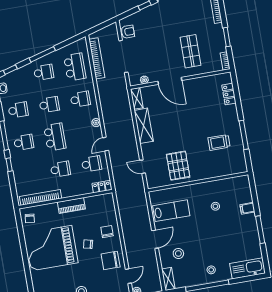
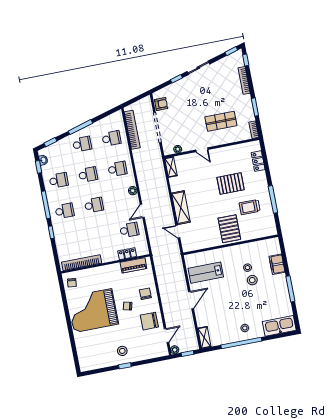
shop shelf: (190, 51) -> (221, 121), turned 90
school desk: (75, 67) -> (111, 138), width x0.54
door: (170, 81) -> (202, 150), width x0.53
pallet: (199, 117) -> (231, 184), added
shelving: (144, 126) -> (181, 208), moved
school desk: (55, 137) -> (94, 205), width x0.54
pallet: (178, 166) -> (229, 229), moved
school desk: (60, 169) -> (100, 236), removed
locker: (102, 187) -> (127, 254), moved
piano: (71, 205) -> (133, 265), moved
filing cabinet: (247, 208) -> (277, 264), width x2.00
lab bench: (171, 211) -> (206, 273), turned 180
stool: (178, 253) -> (252, 280), moved

